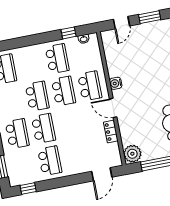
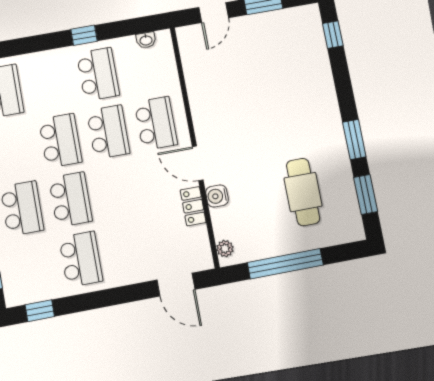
window: (68, 33) -> (84, 35), moved
water cooler: (116, 83) -> (217, 196), moved
plant: (132, 154) -> (225, 249), width x0.53, depth x0.53
door: (102, 174) -> (176, 285), hinge flipped

